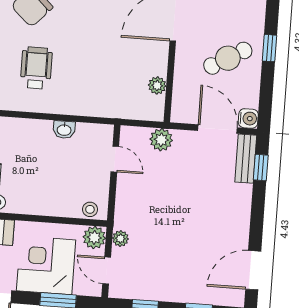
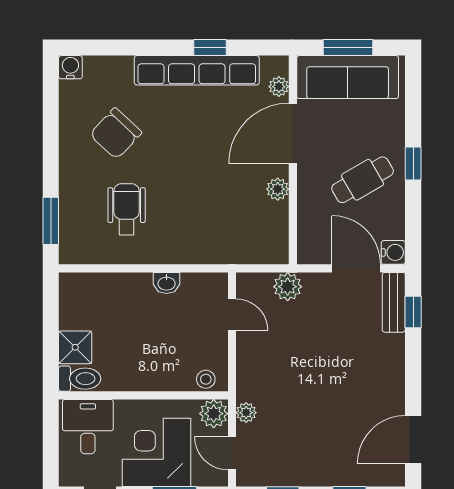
plant: (157, 85) -> (278, 189), moved

